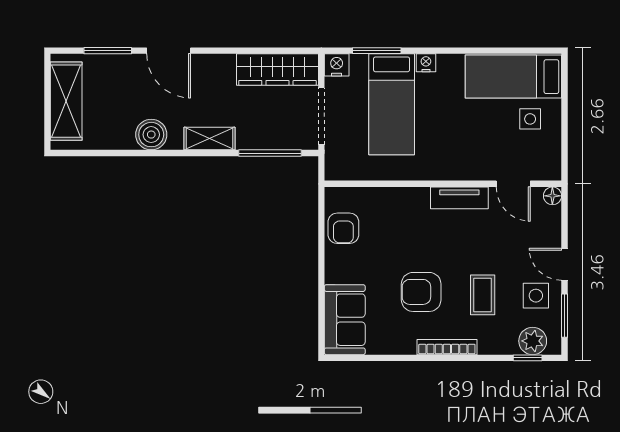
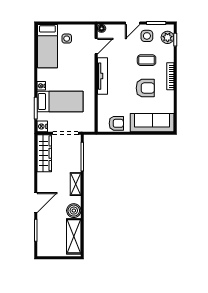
shelving: (66, 101) -> (74, 236), moved, turned 90
tv unit: (459, 198) -> (103, 76), width x1.41
armchair: (421, 292) -> (145, 88), turned -90
sofa: (345, 320) -> (152, 123), width x1.36

